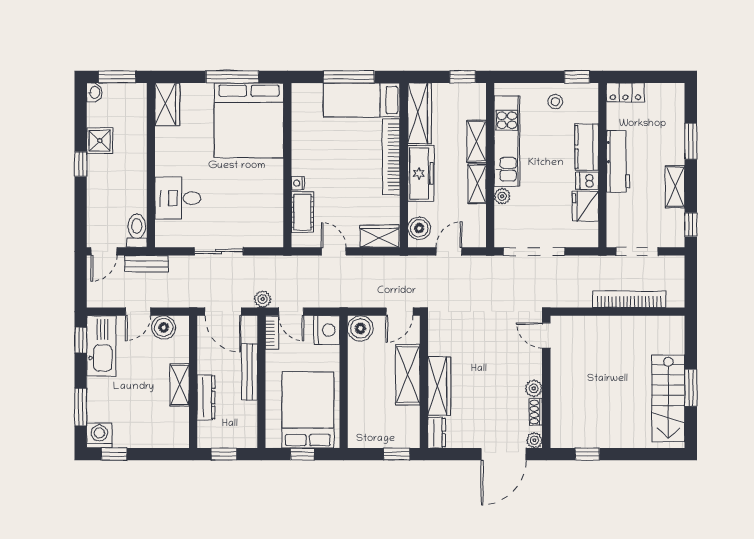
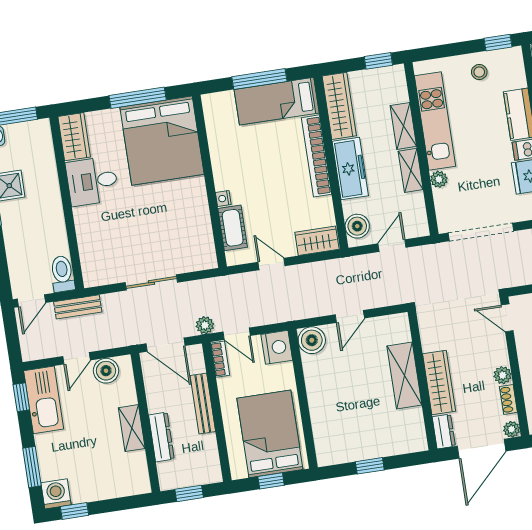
desk: (178, 198) -> (92, 181), moved
shelving: (408, 375) -> (404, 376), moved
wall: (424, 382) -> (422, 380), moved
wardrobe: (439, 386) -> (439, 382), moved
dresser: (437, 433) -> (444, 431), moved

